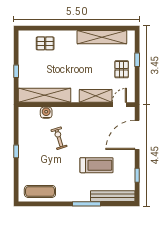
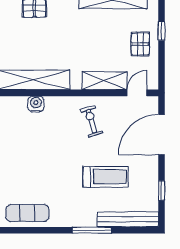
exercise bike: (59, 138) -> (91, 121), moved

